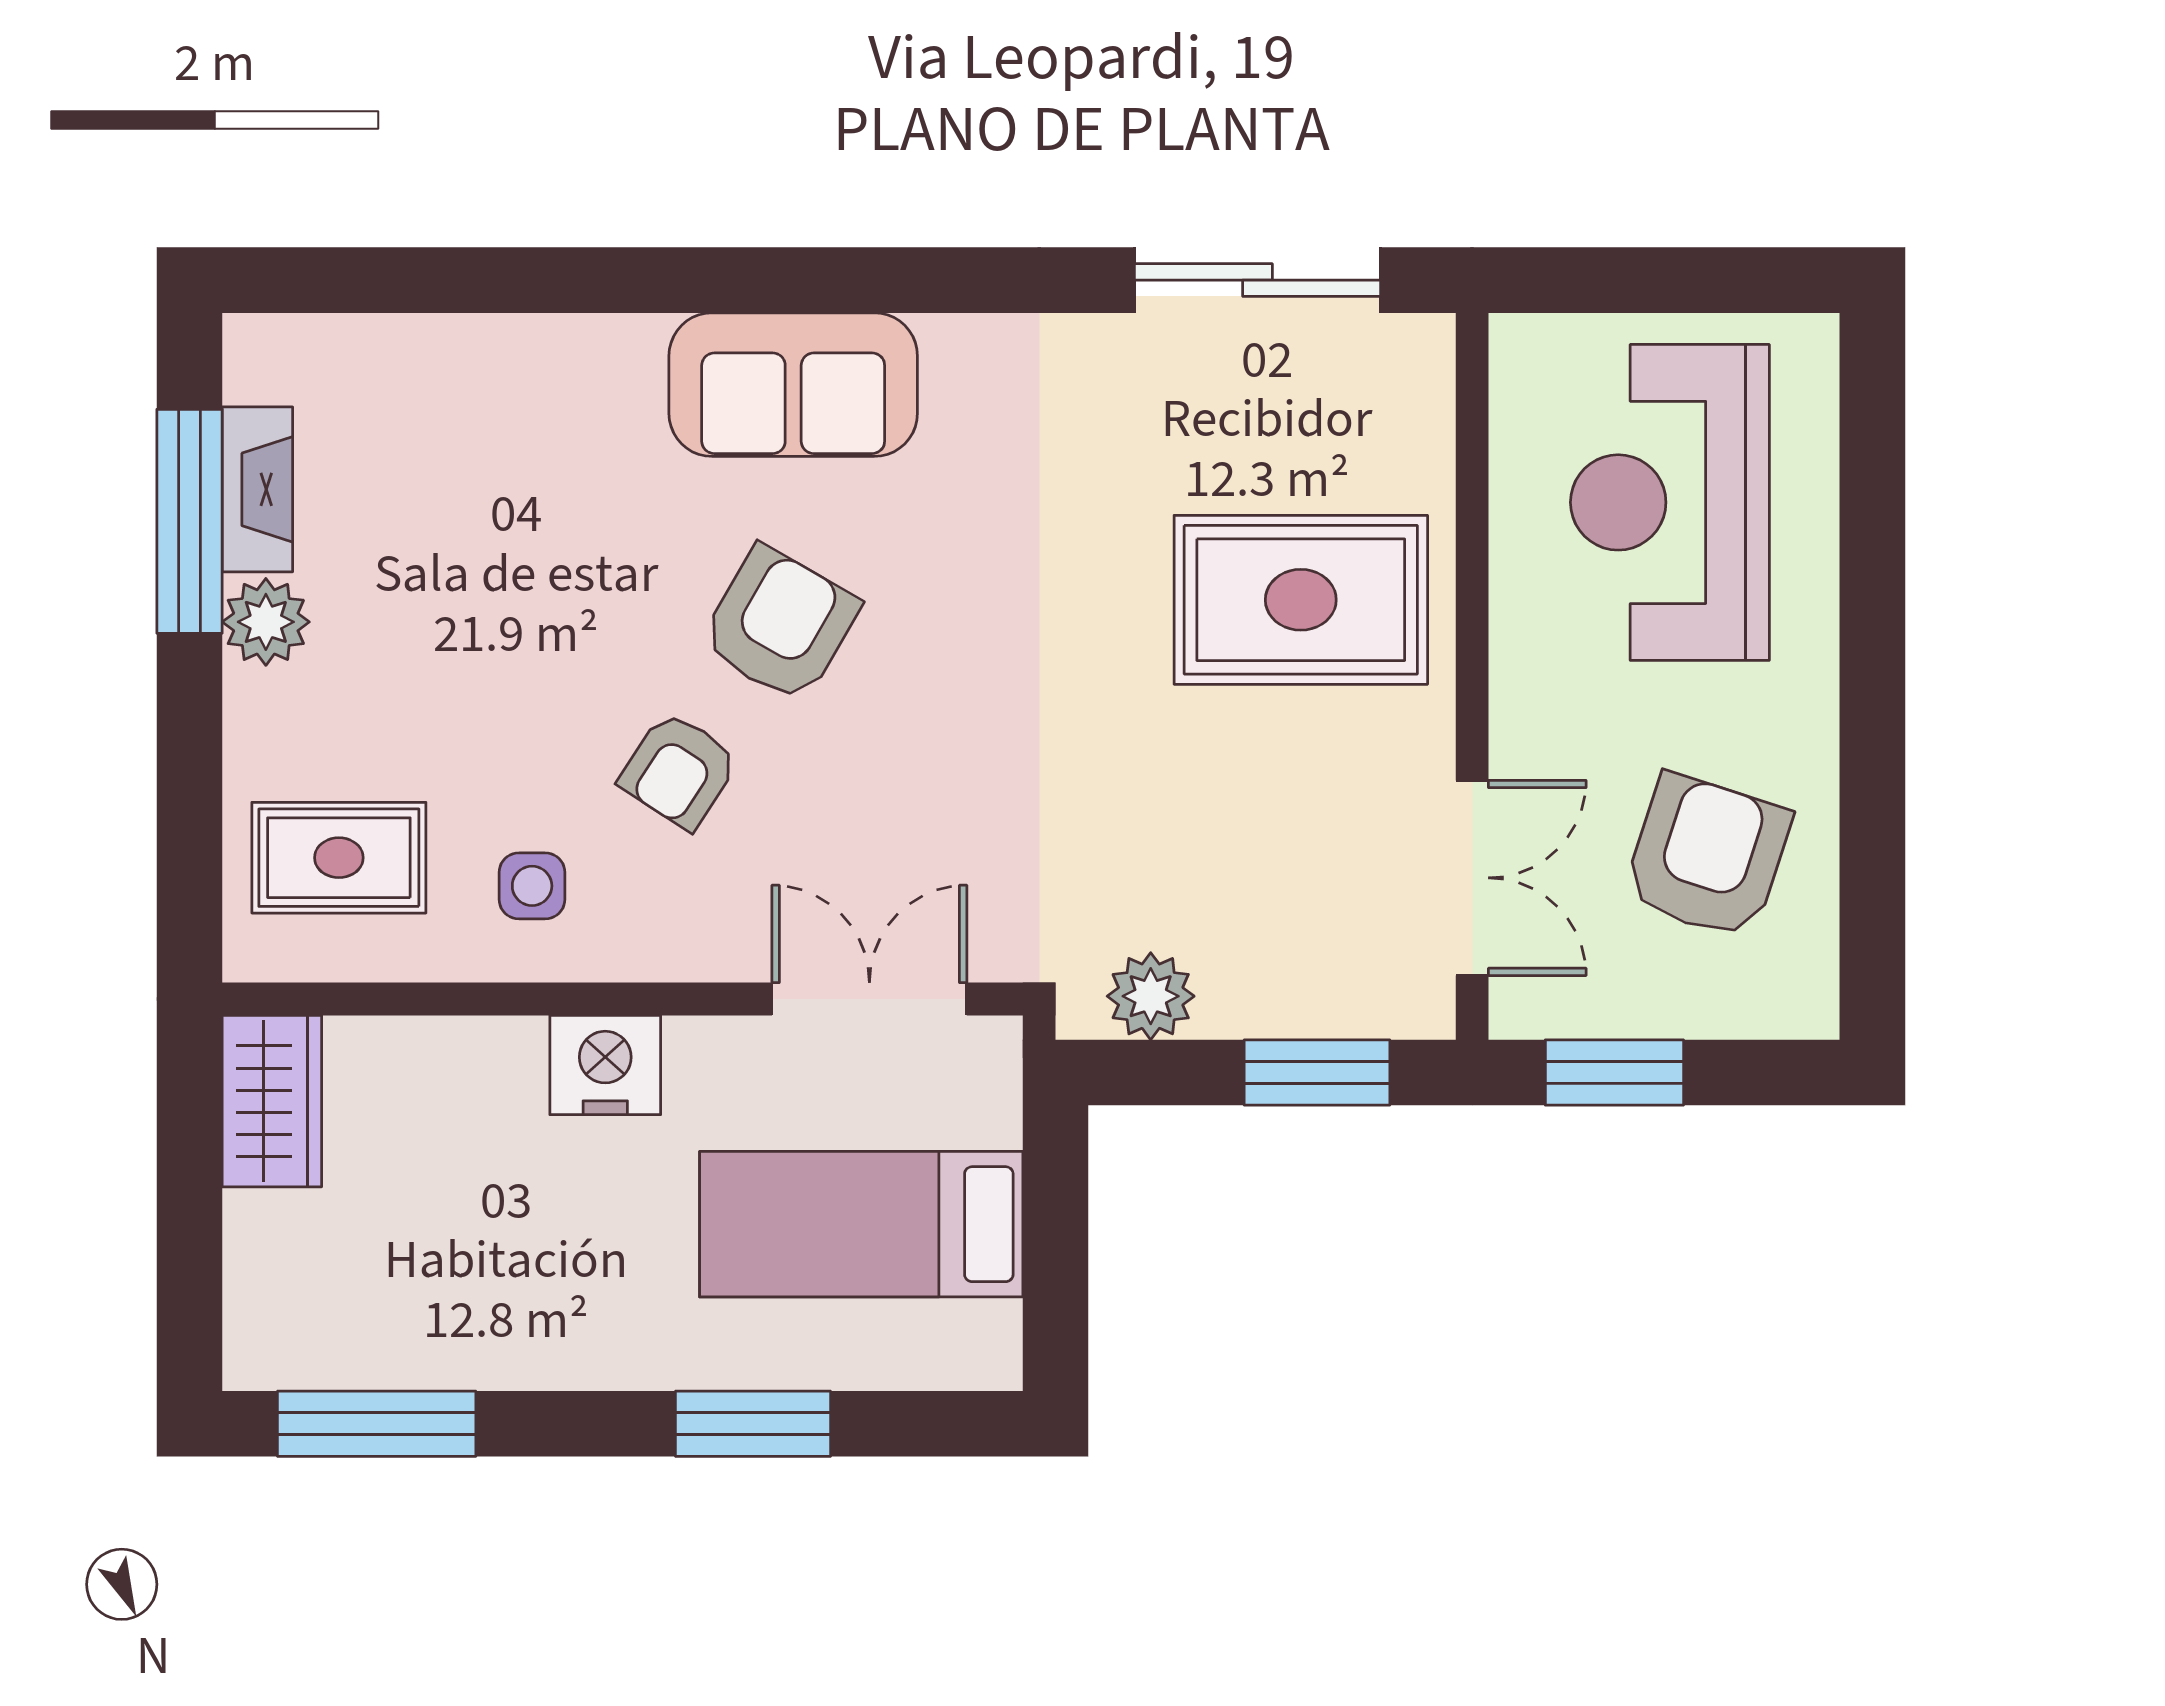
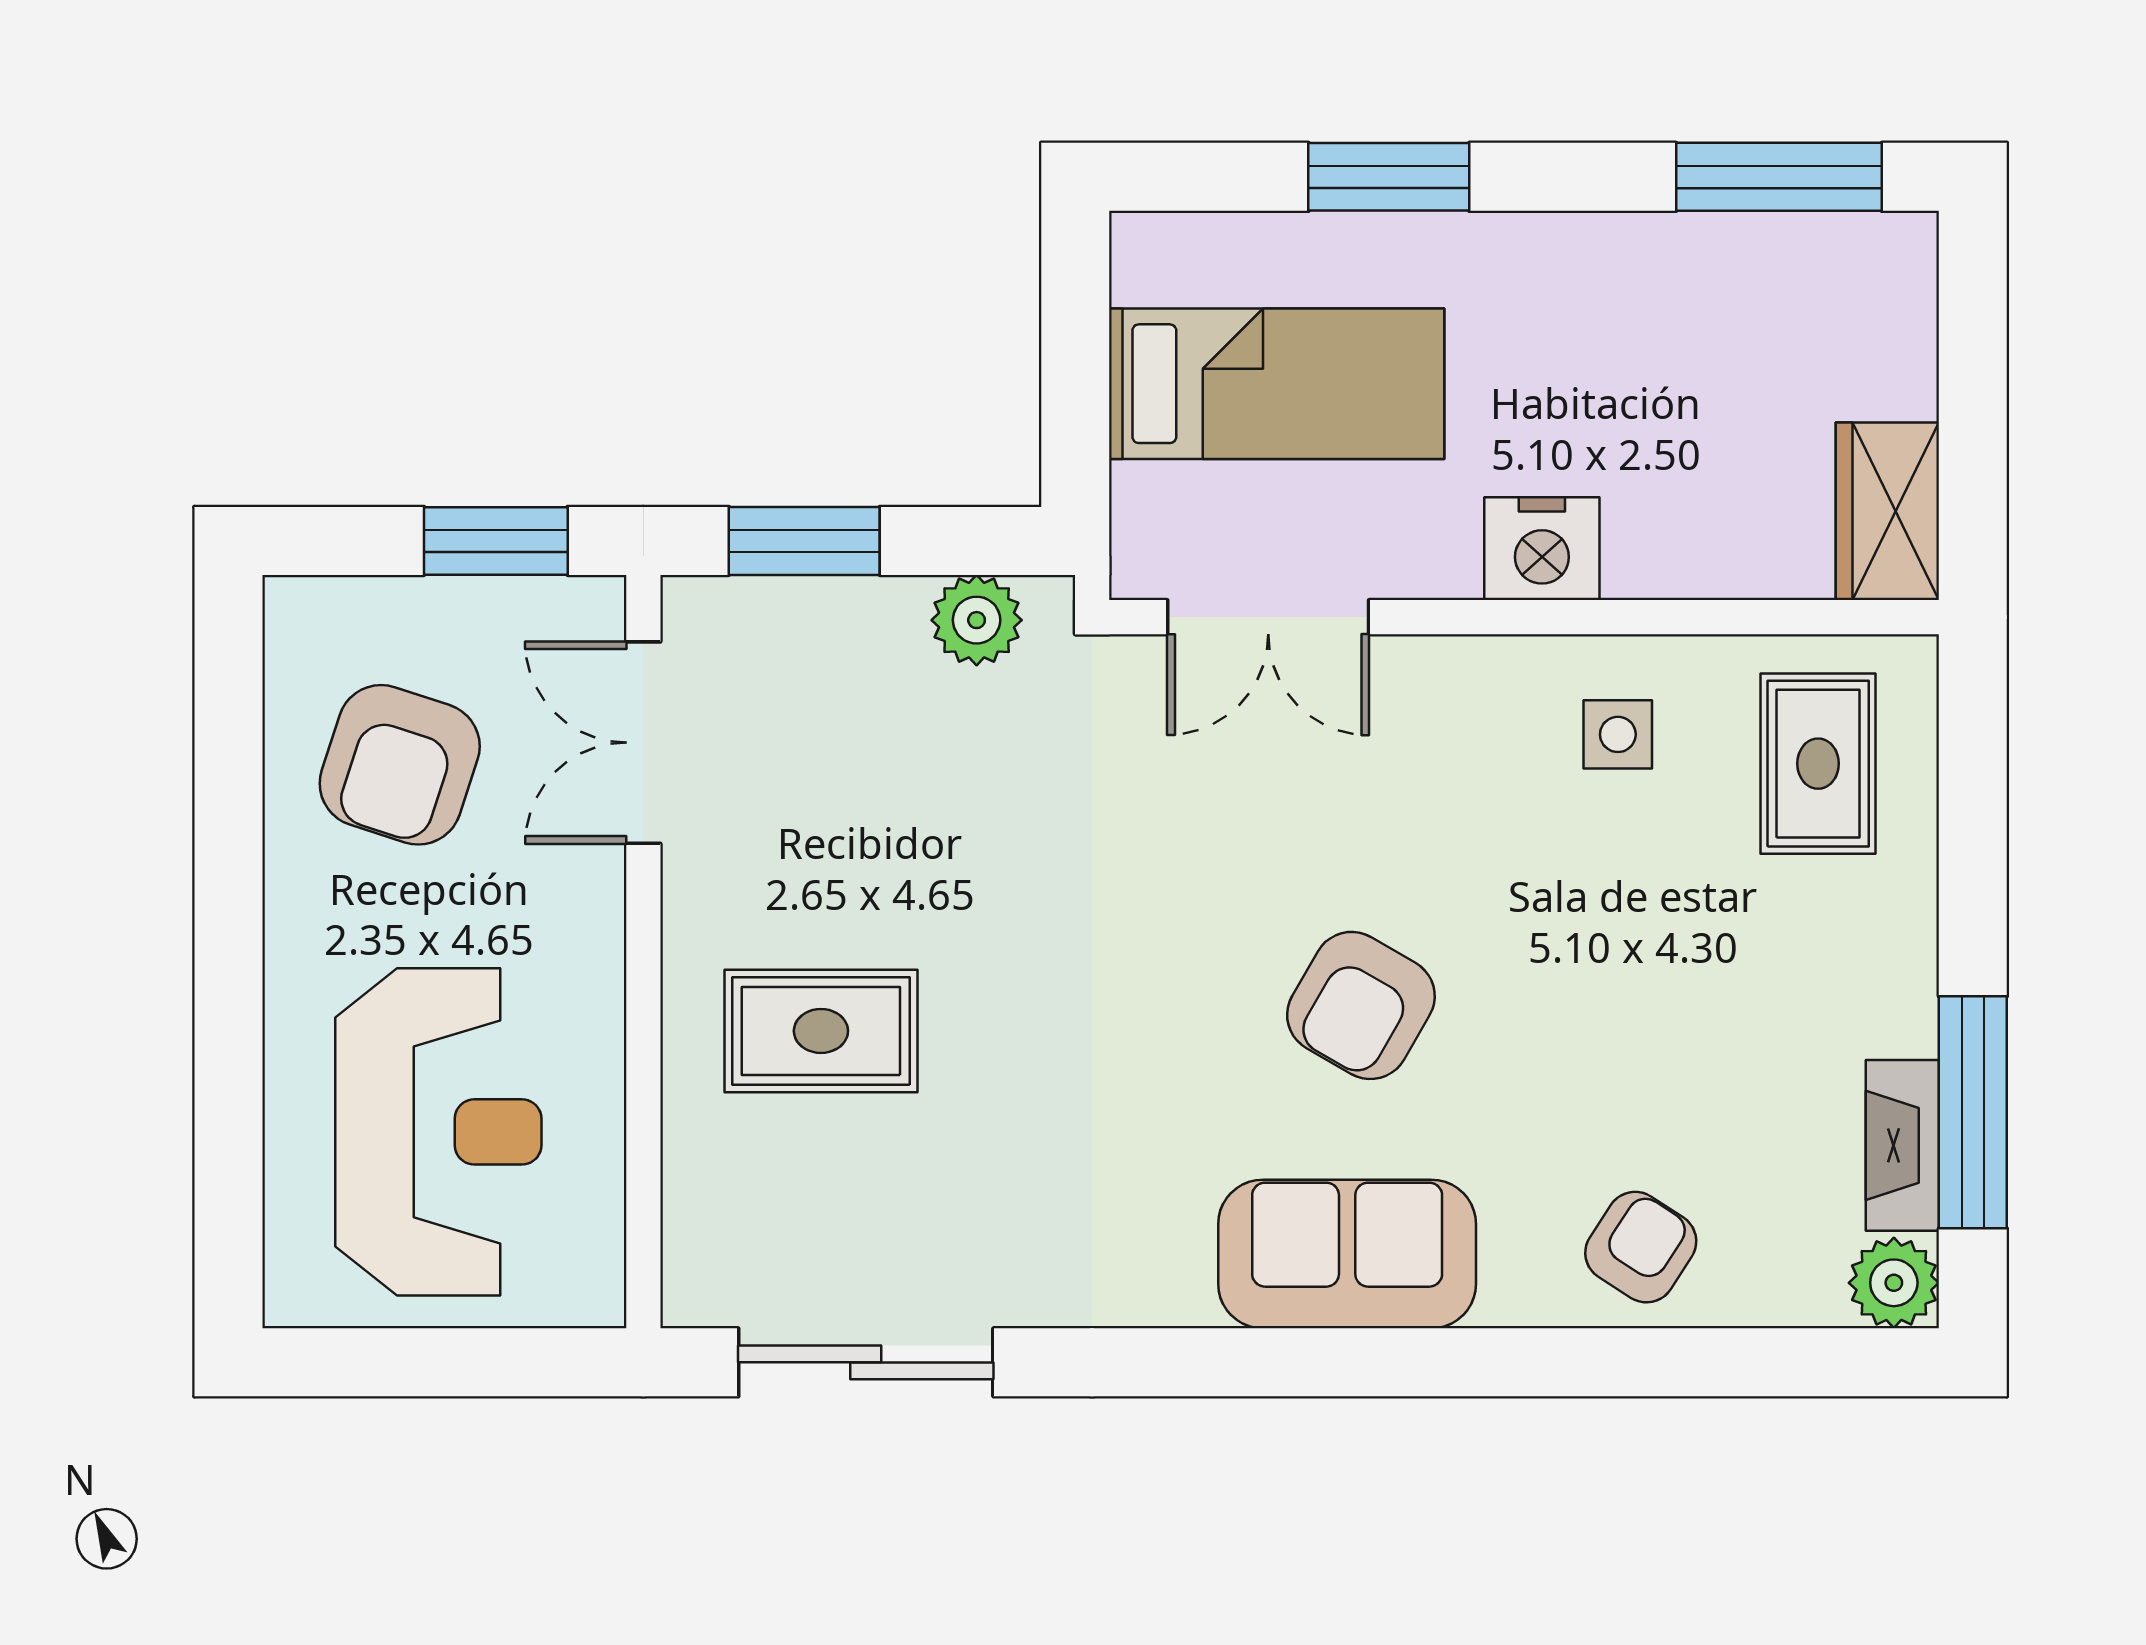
rug: (1301, 600) -> (821, 1031), width x0.73, depth x0.70
plant: (266, 622) -> (1894, 1283), moved
armchair: (679, 770) -> (1641, 1247), moved
rug: (339, 858) -> (1818, 764), turned 90

